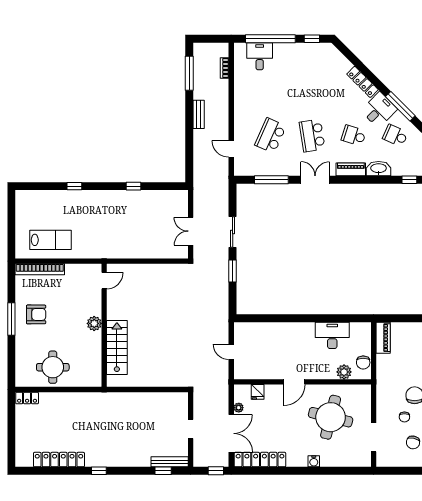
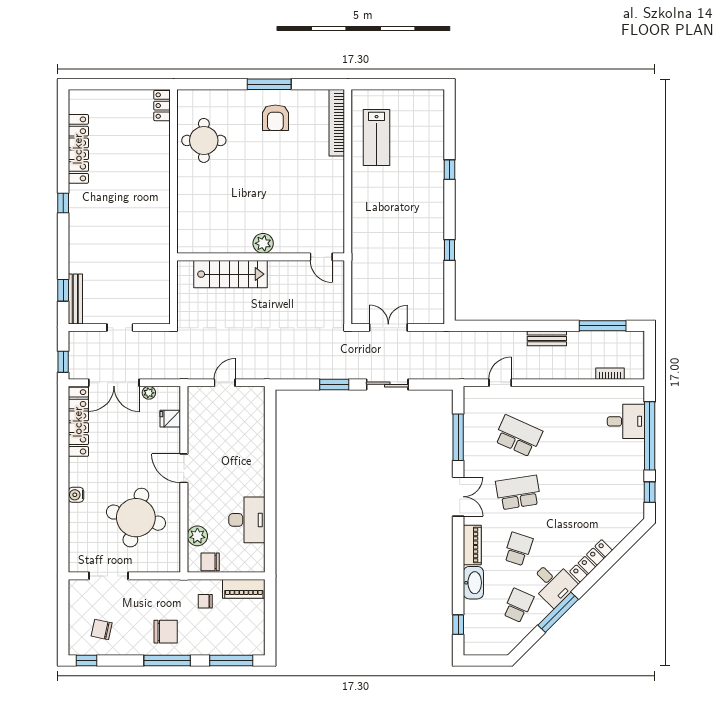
door: (104, 281) -> (321, 257), moved
plant: (94, 323) -> (263, 243), moved
wall: (104, 325) -> (261, 257), moved
stairs: (117, 348) -> (230, 274), moved
chair: (404, 417) -> (205, 601), moved

